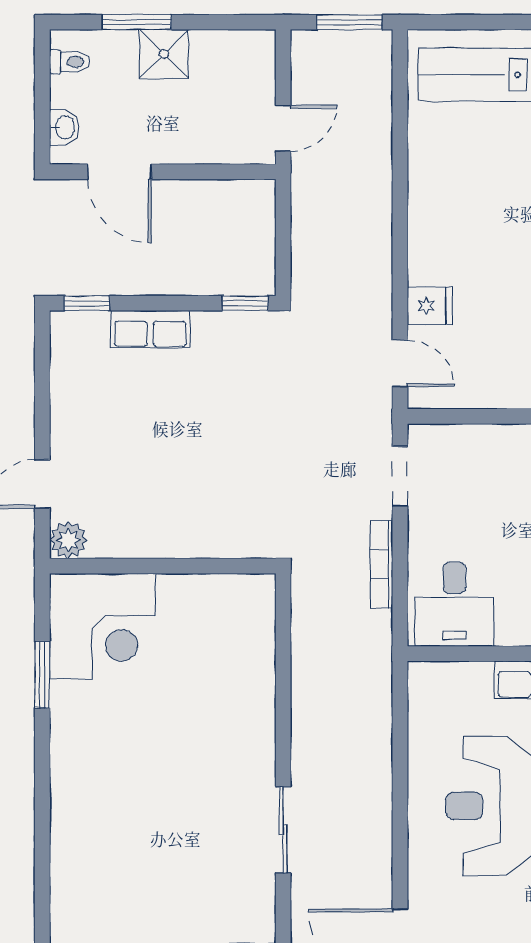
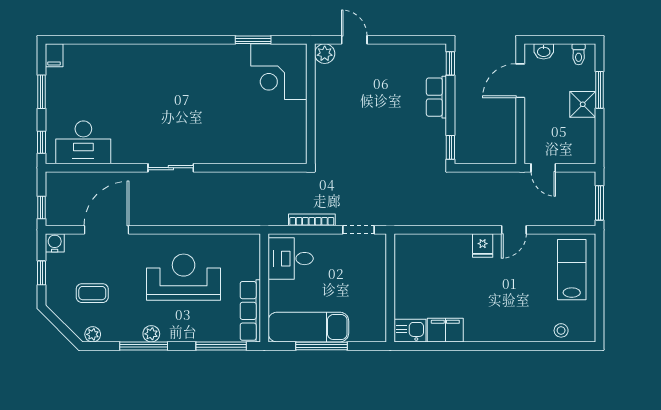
fridge: (430, 306) -> (483, 245), moved
door: (400, 363) -> (514, 230), moved

